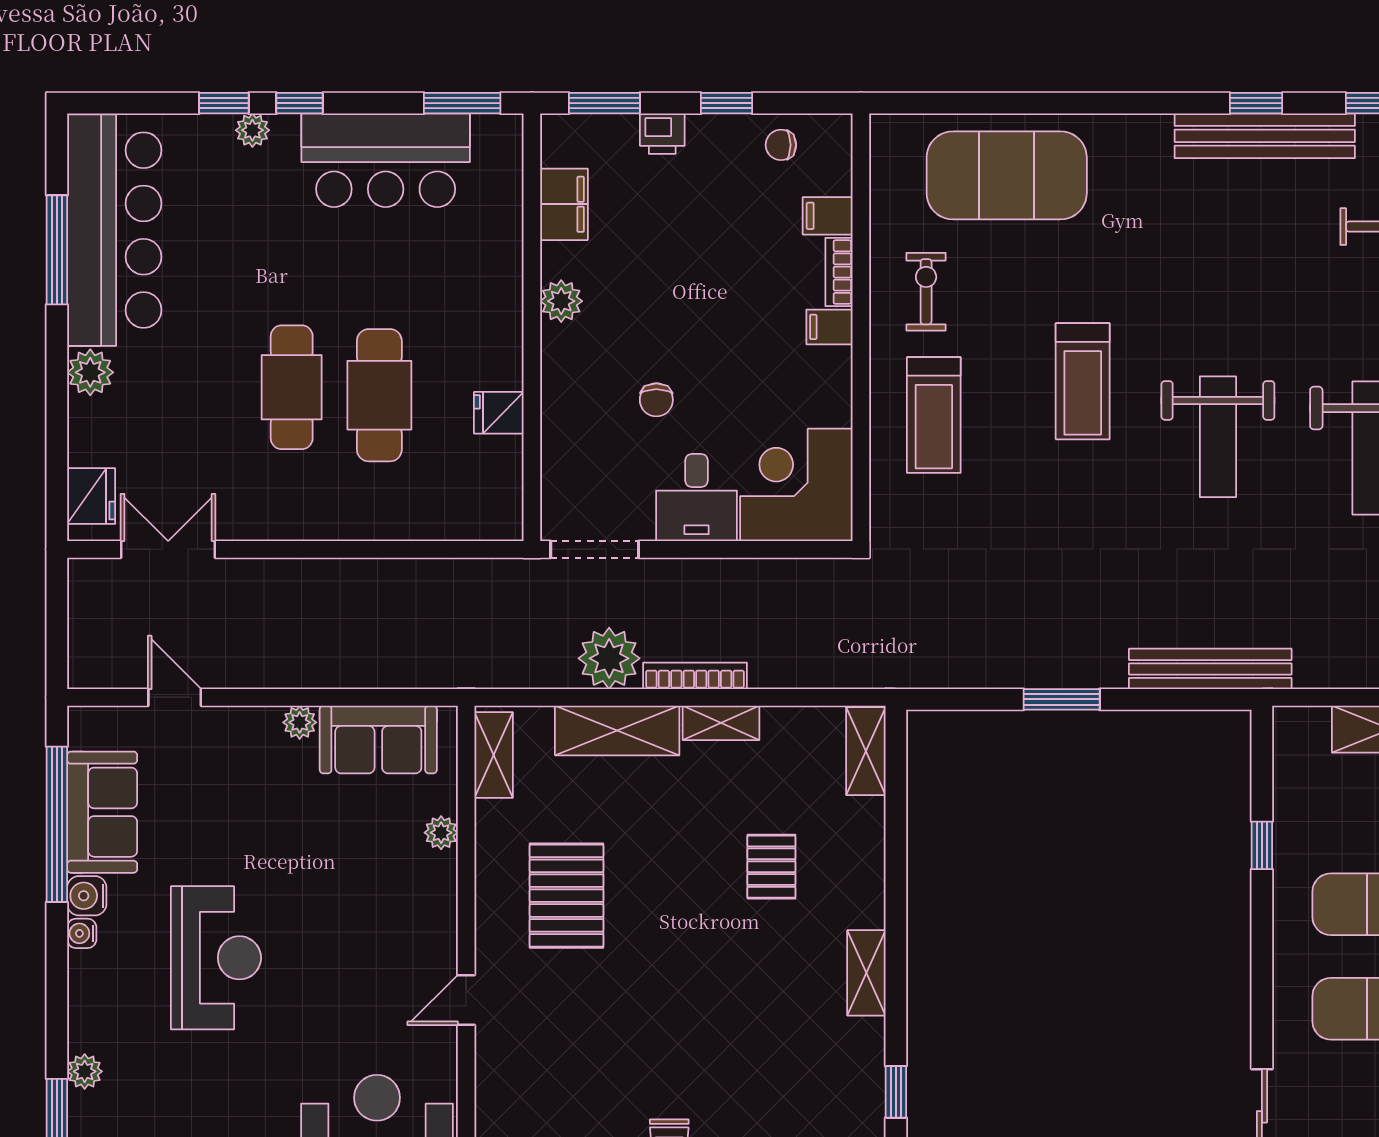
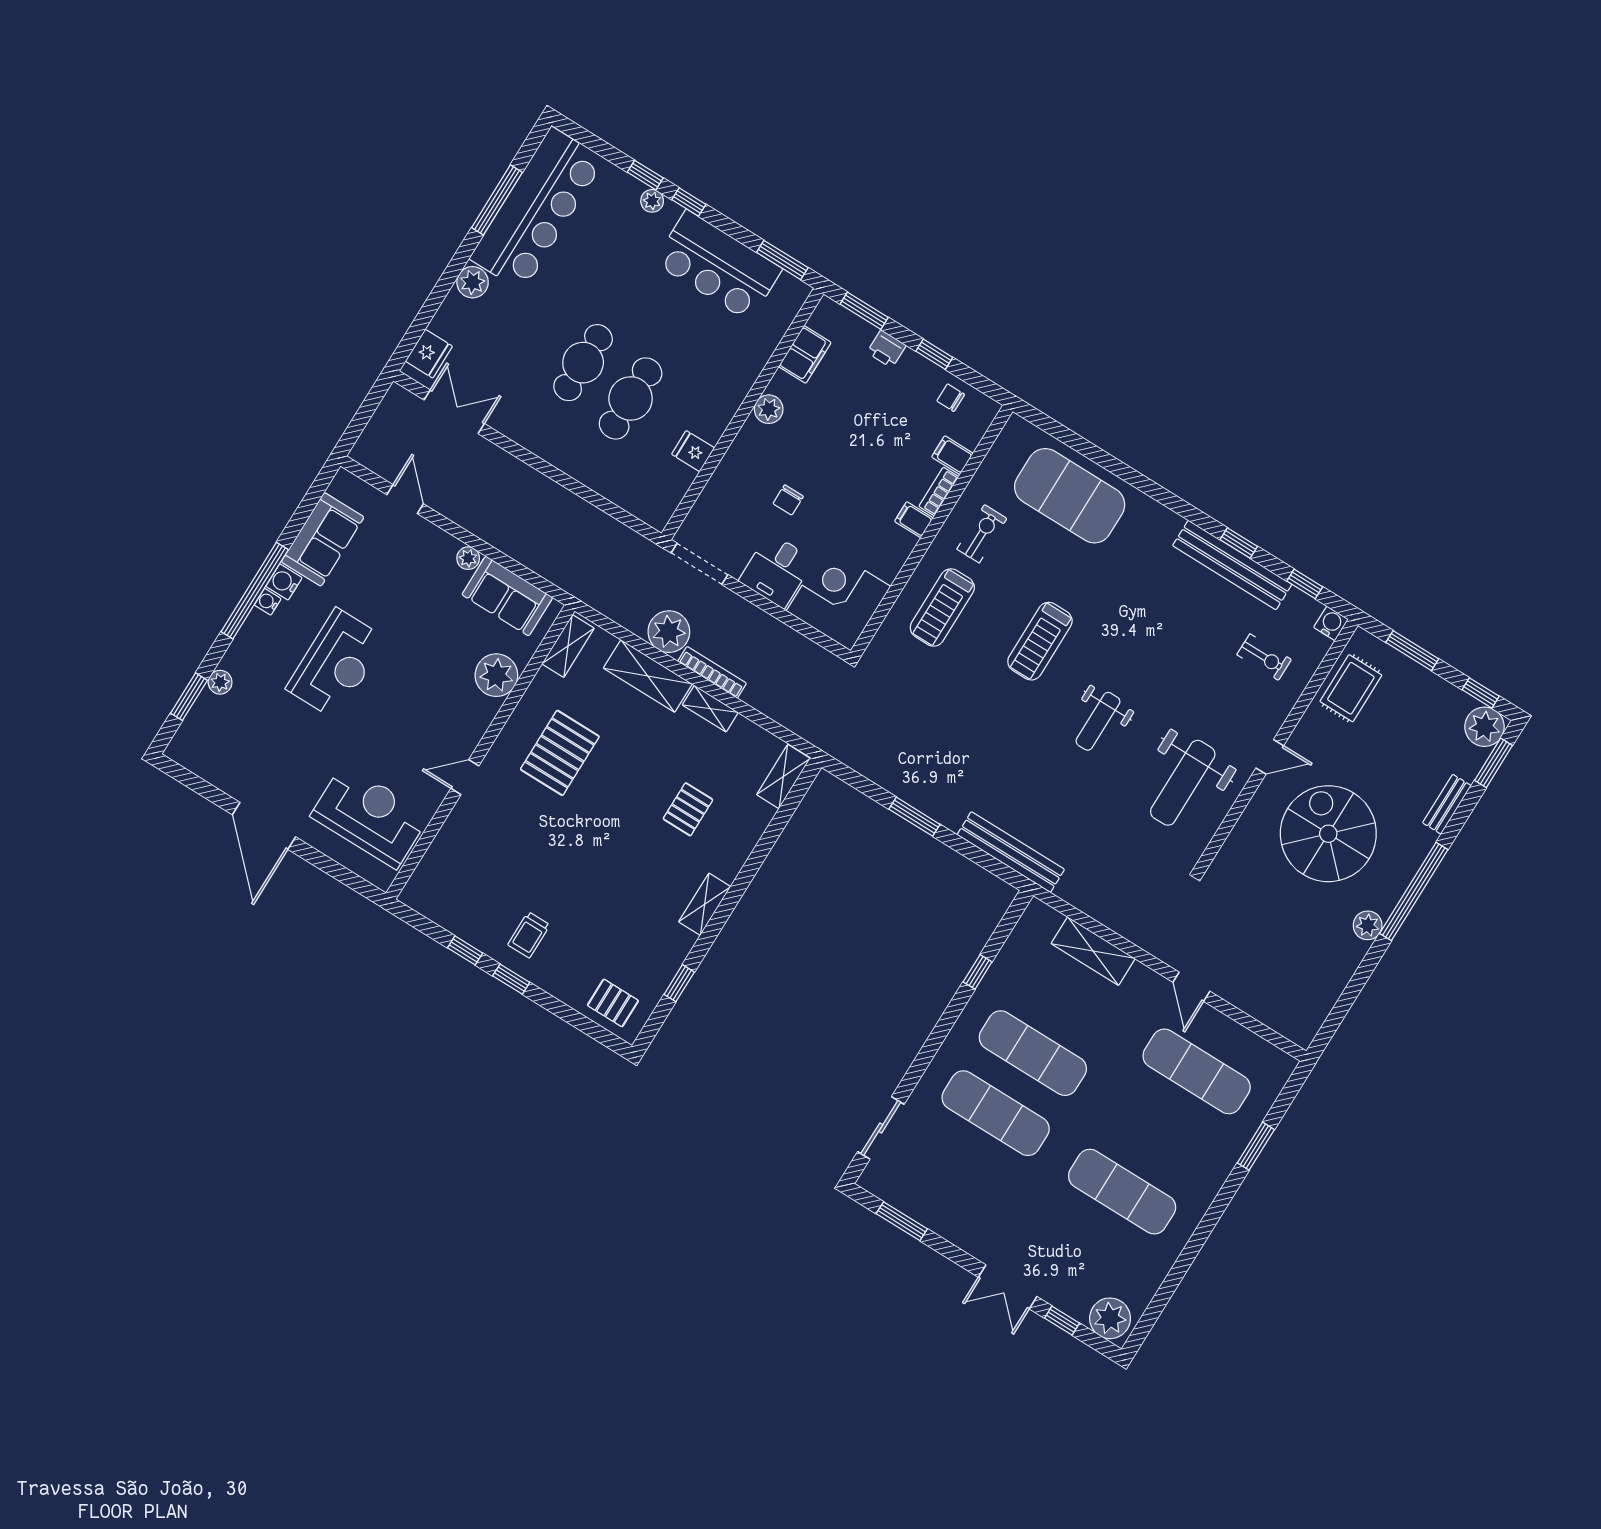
weight bench: (1218, 437) -> (1098, 721), width x0.73, depth x0.75
window: (57, 824) -> (255, 591), moved
plant: (441, 833) -> (496, 675), width x1.87, depth x1.87

